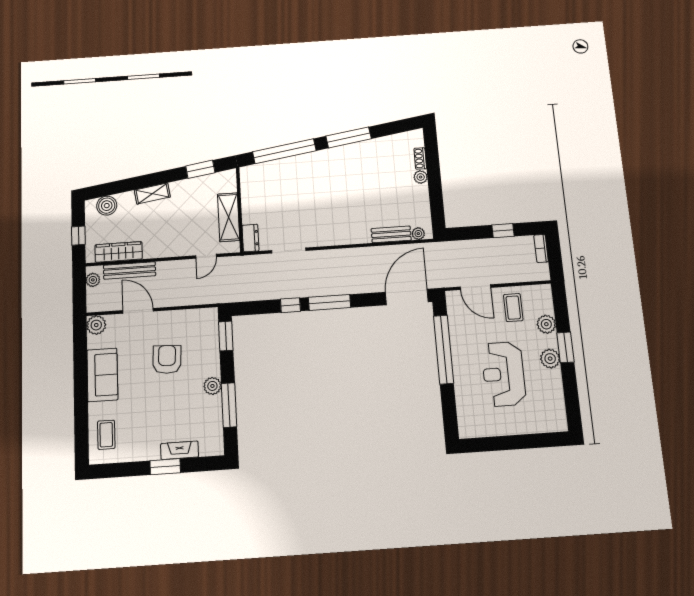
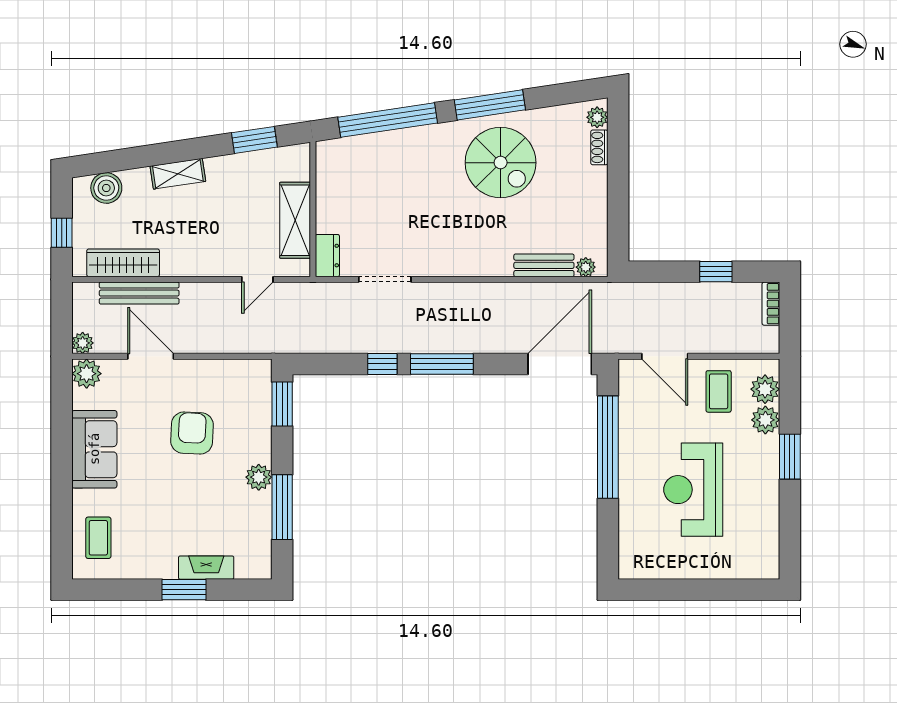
spiral stairs: (358, 172) -> (501, 163), added
plant: (421, 177) -> (597, 117), moved
plant: (93, 280) -> (83, 343), moved
plant: (550, 359) -> (765, 389), moved

